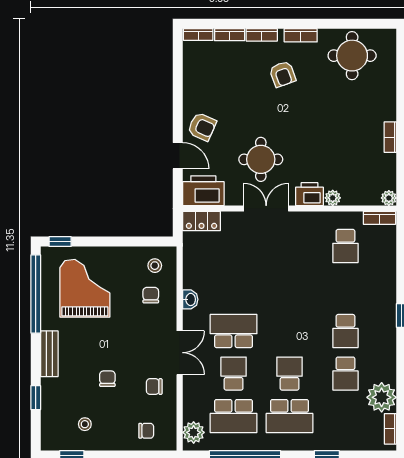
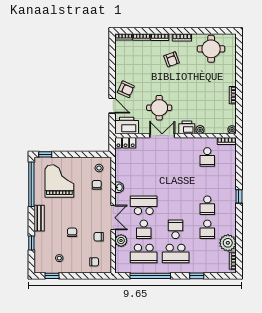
school desk: (234, 374) -> (144, 229), turned 180
plant: (194, 432) -> (121, 241), moved

